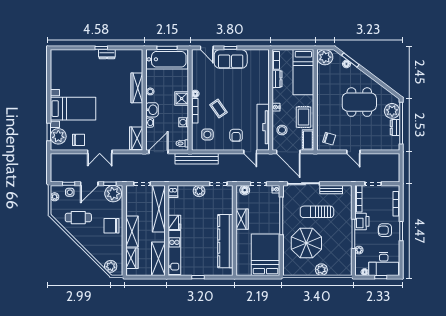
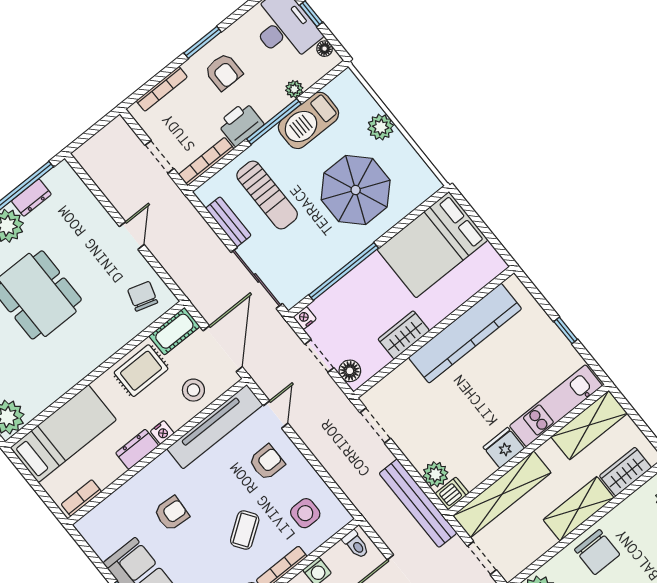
dresser: (277, 79) -> (137, 449), moved
armchair: (245, 88) -> (171, 513), added
bench: (197, 159) -> (418, 503), moved
plant: (199, 191) -> (436, 474), moved
sun lounger: (317, 212) -> (267, 195), moved
barbecue: (344, 246) -> (308, 120), added

